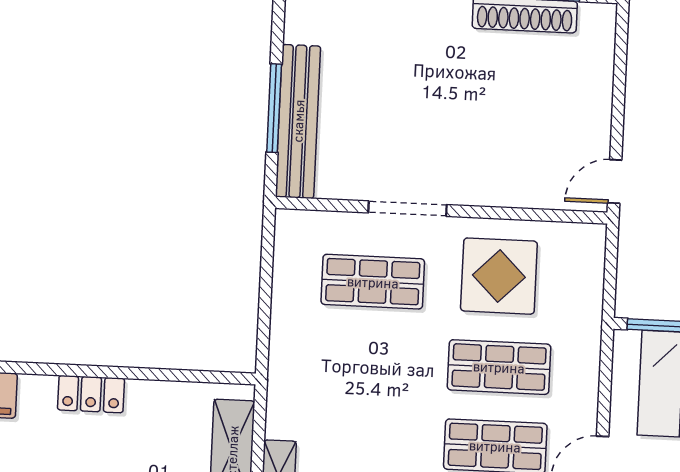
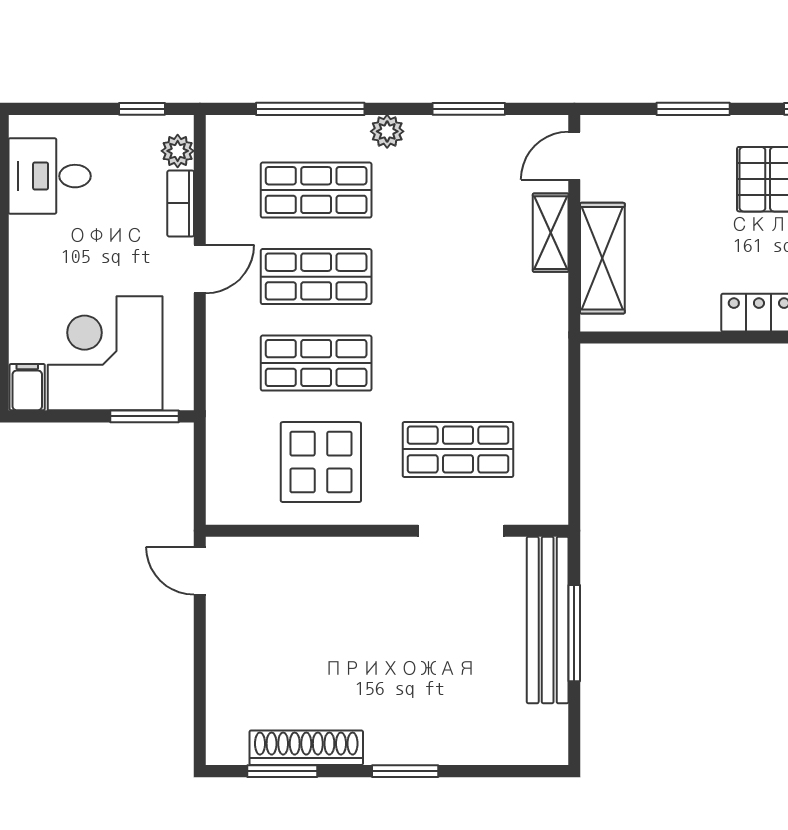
door: (615, 182) -> (200, 571), swing flipped
doorway: (408, 209) -> (461, 531), moved

